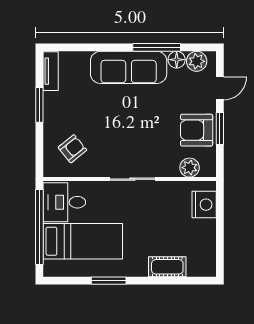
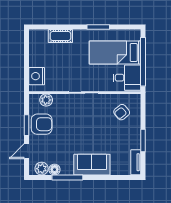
sofa: (129, 67) -> (92, 165), width x0.73

